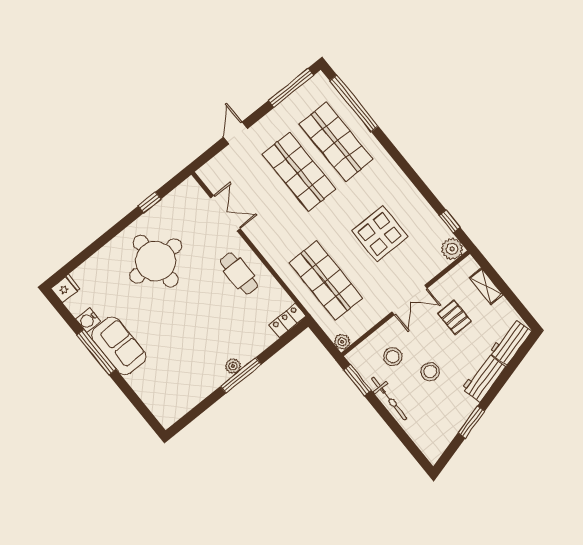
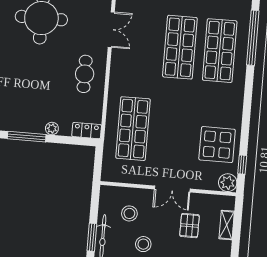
display table: (380, 234) -> (217, 145), moved
plant: (342, 342) -> (107, 175), removed
plant: (233, 366) -> (52, 129), moved
window: (357, 380) -> (92, 237), moved

